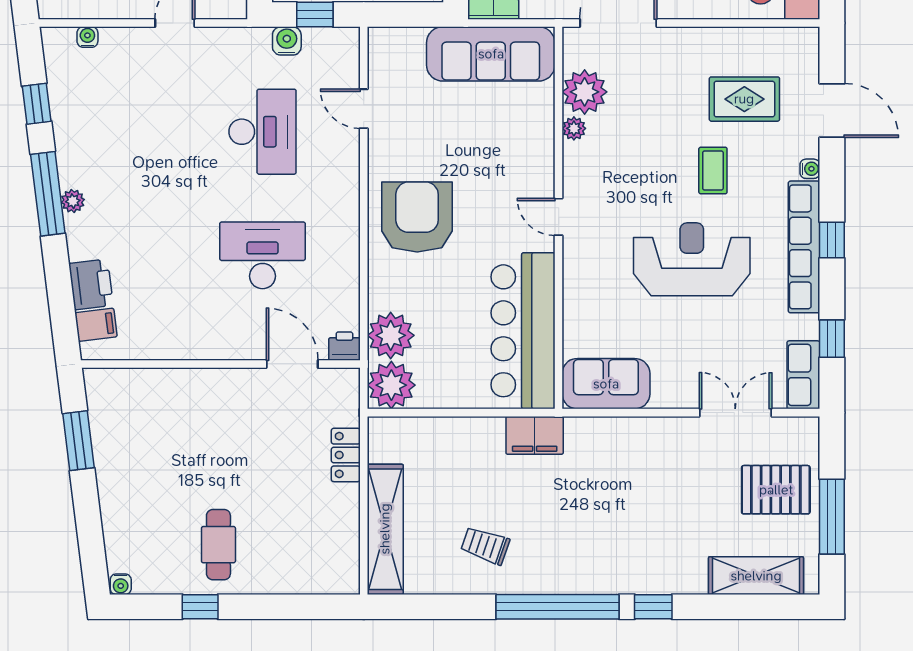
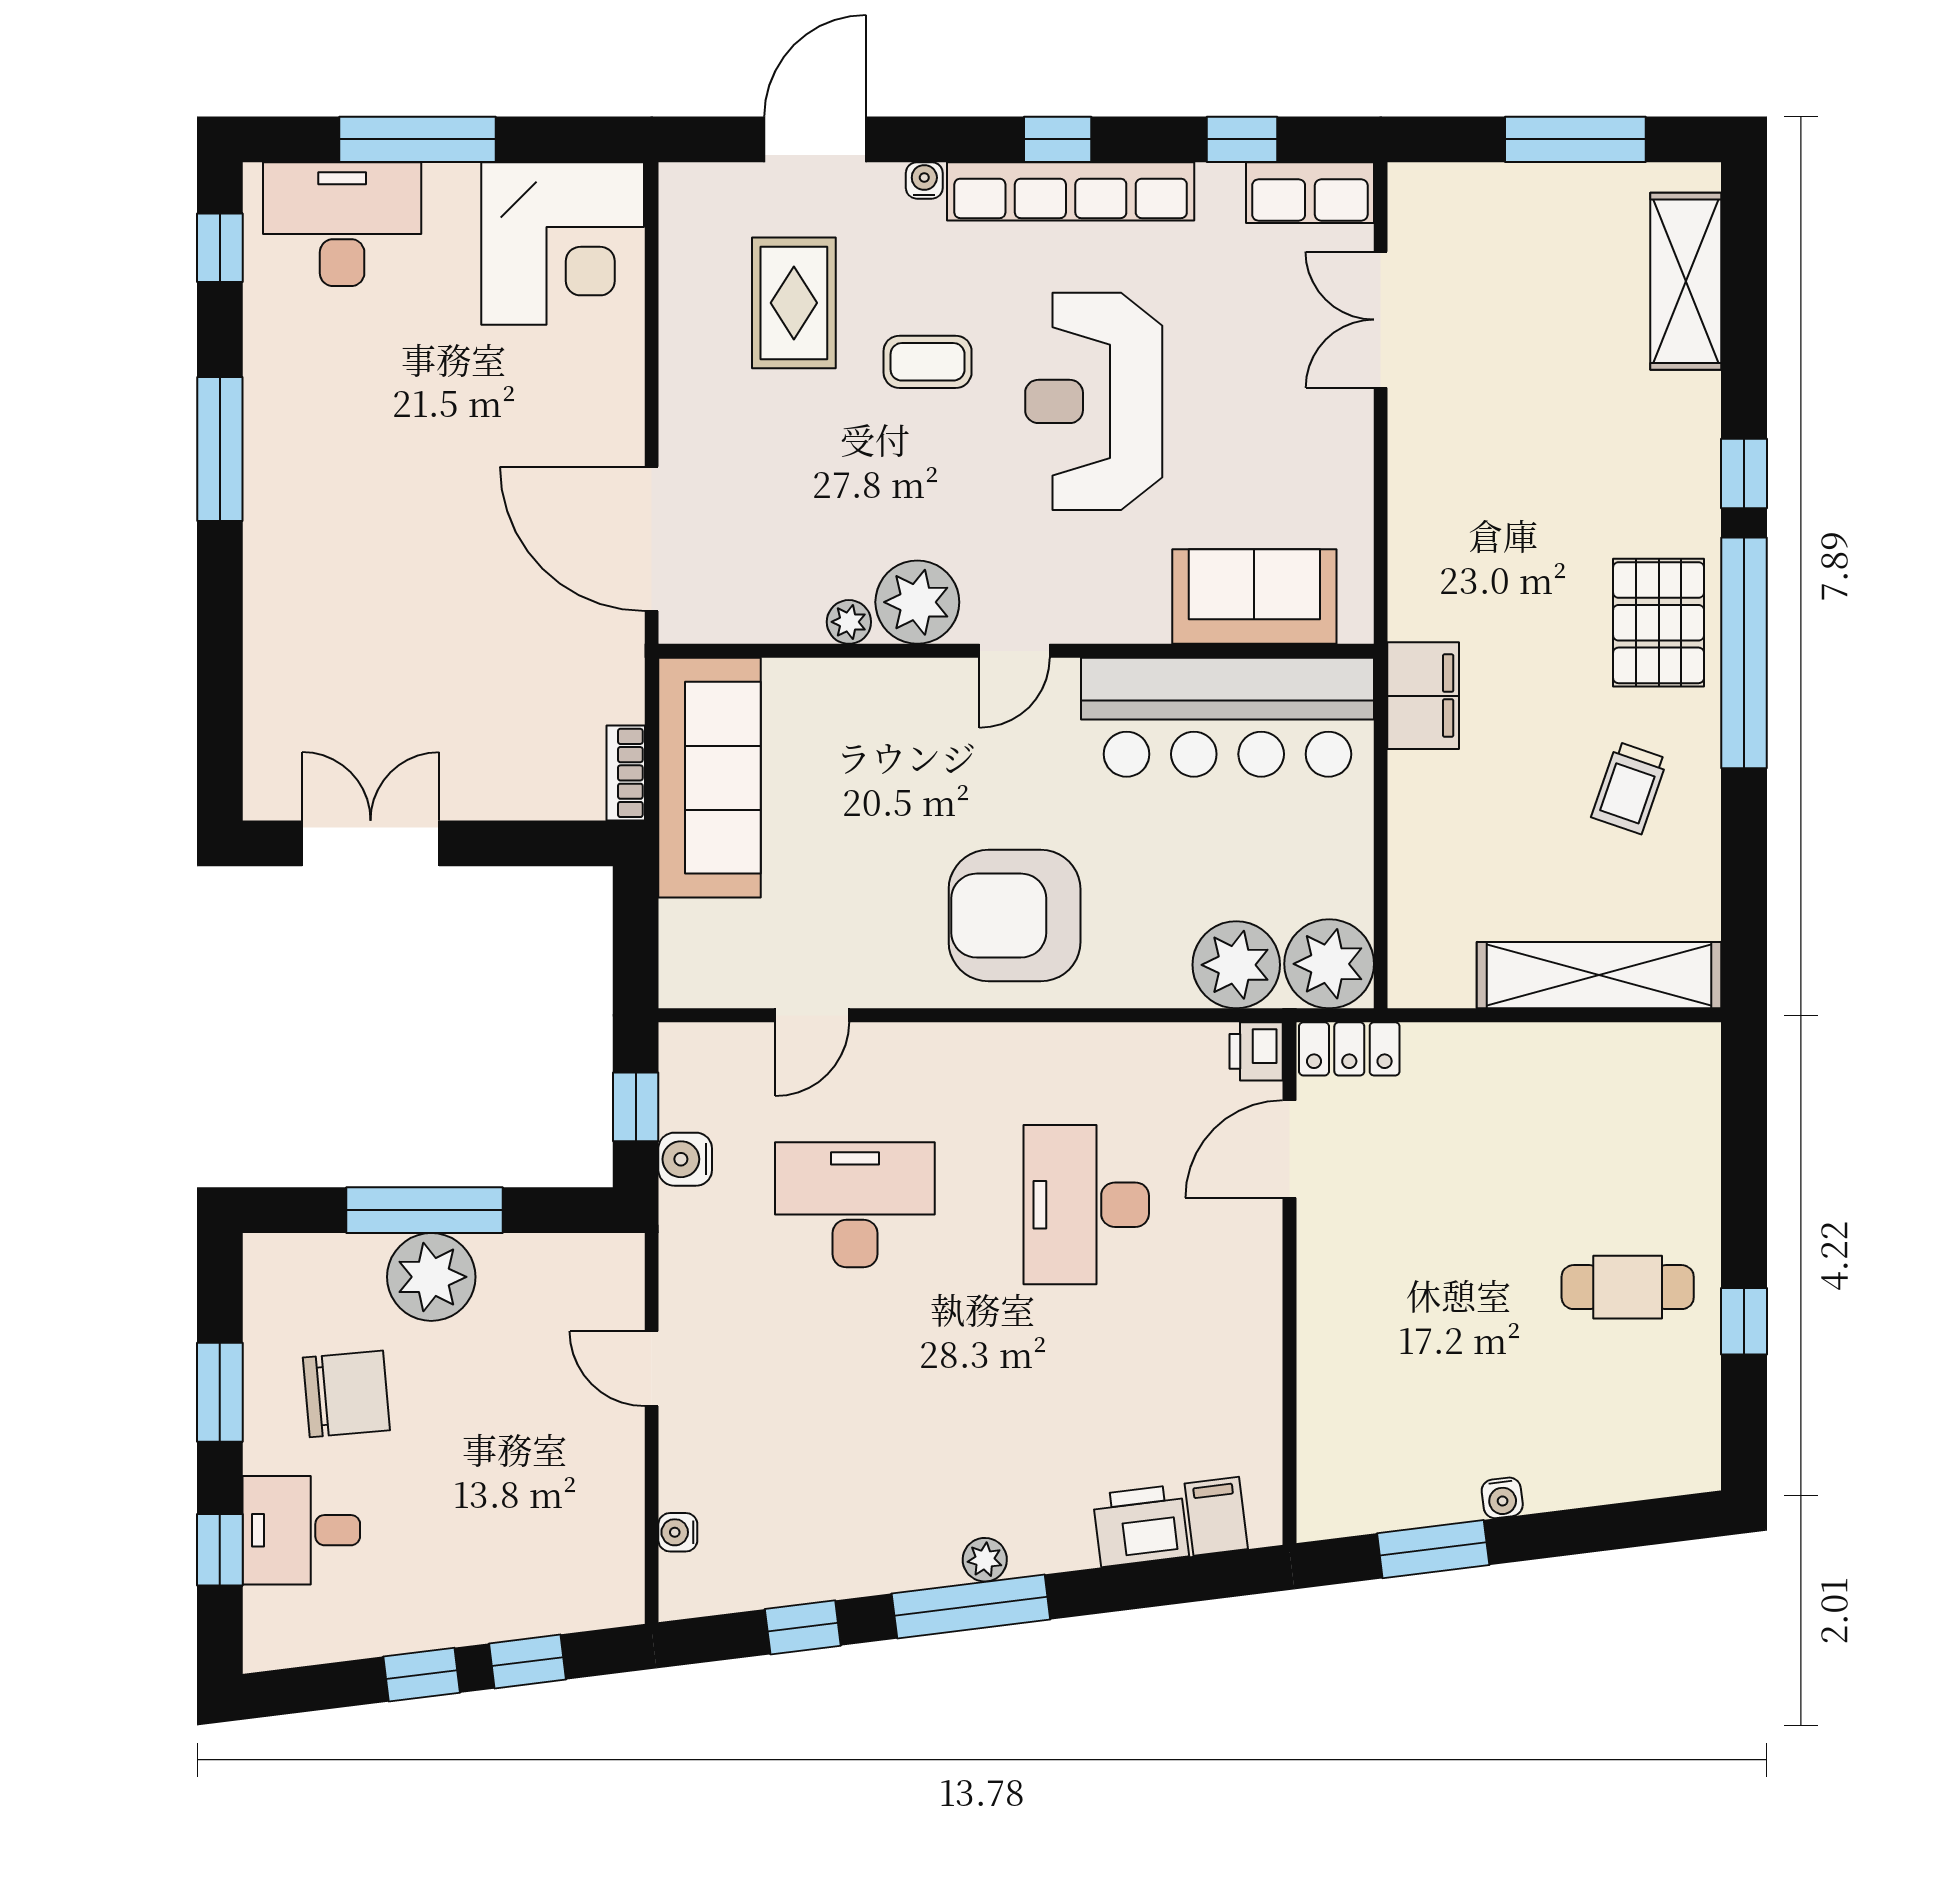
plant: (585, 92) -> (917, 602), moved
sofa: (606, 384) -> (1254, 597), moved, turned 90
locker: (346, 455) -> (1349, 1049), moved
pallet: (776, 490) -> (1659, 623), moved
water cooler: (121, 584) -> (1502, 1498), moved, turned 83

